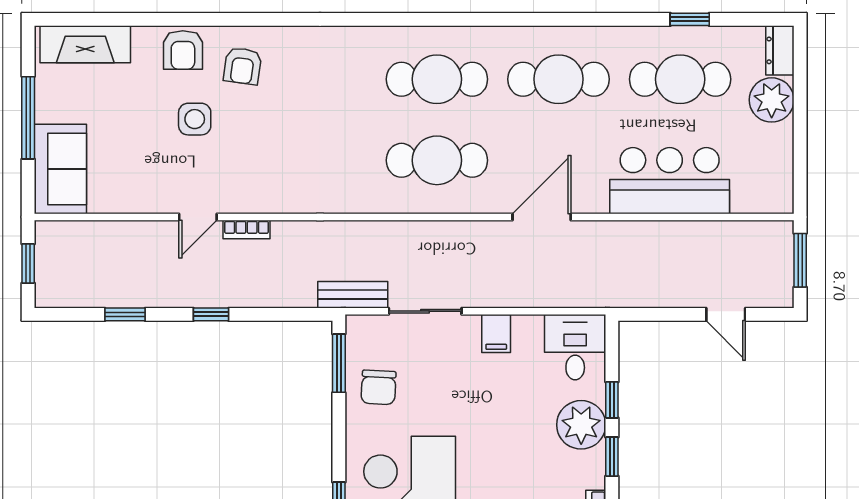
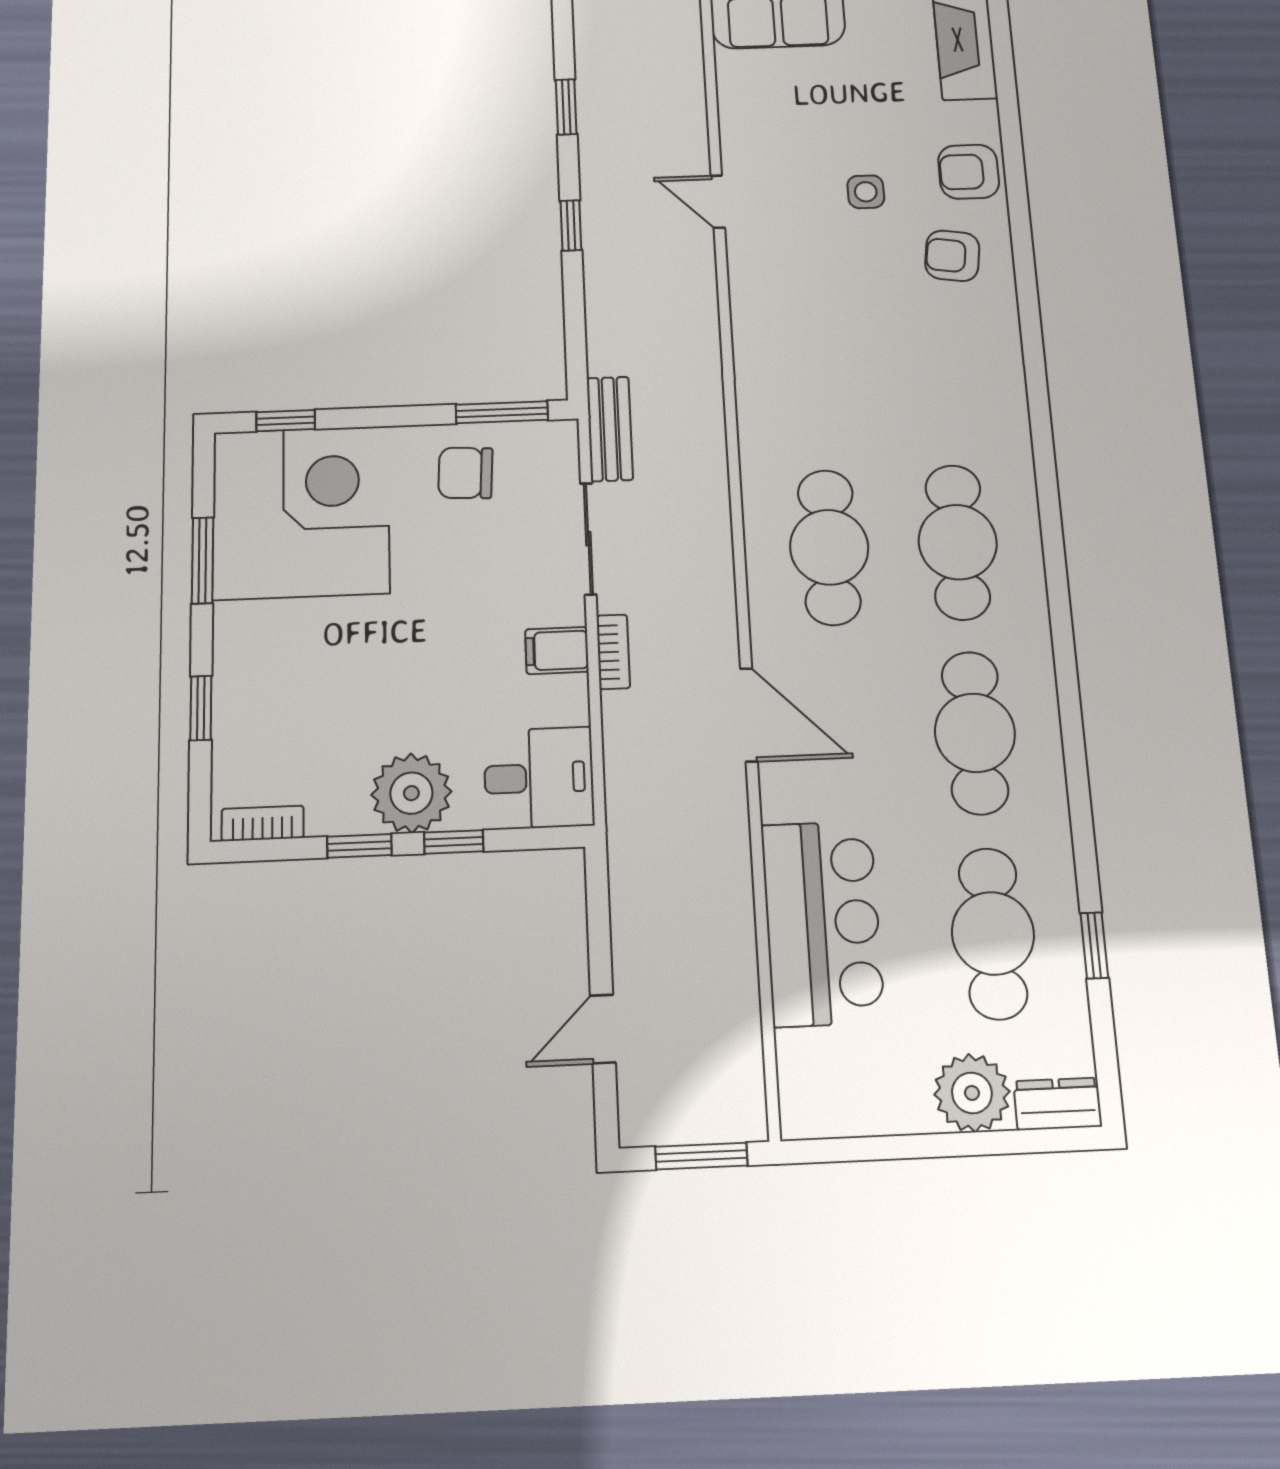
side table: (195, 119) -> (866, 192), width x0.73, depth x0.73
bookcase: (247, 230) -> (613, 652), moved, turned 180

